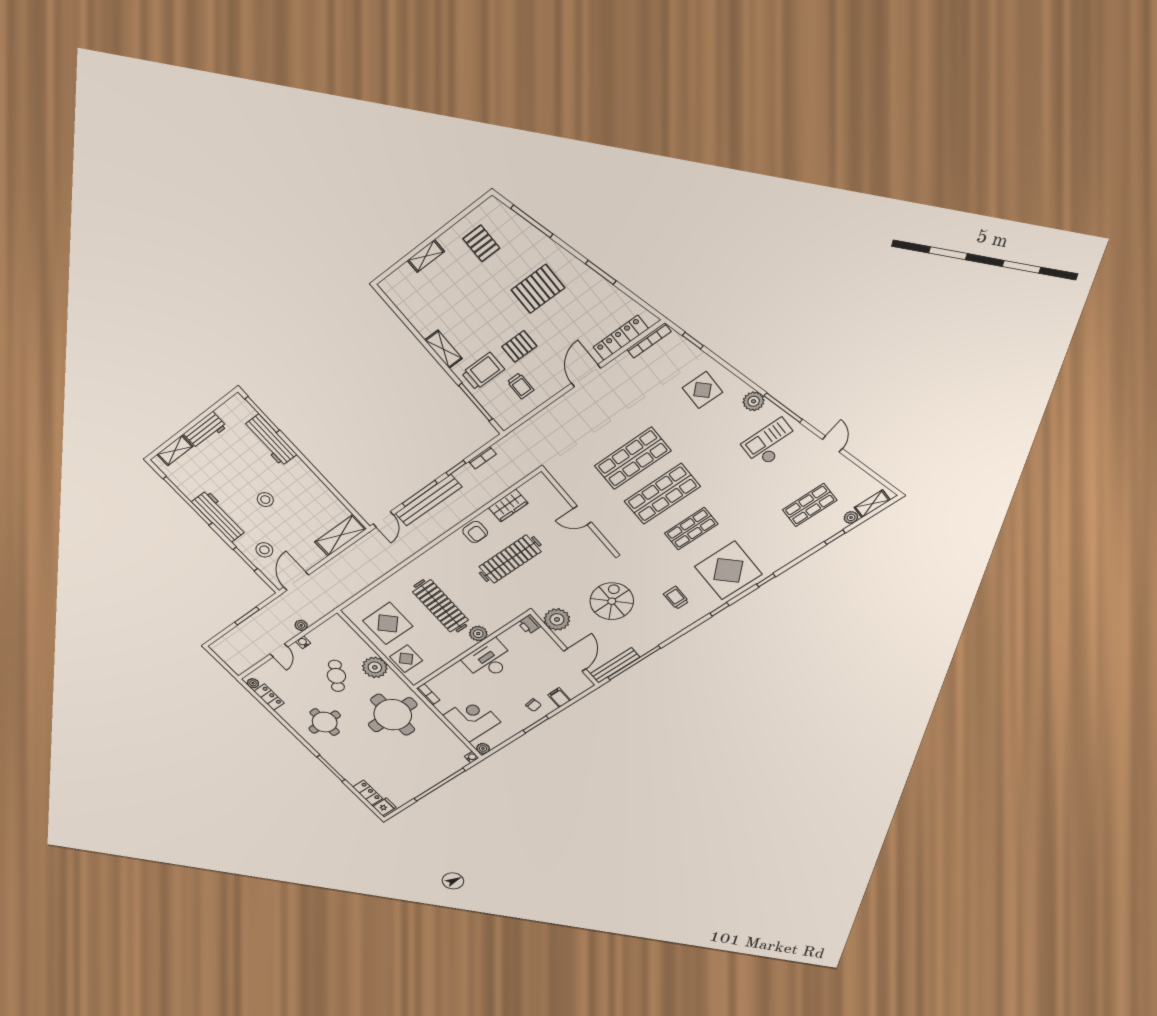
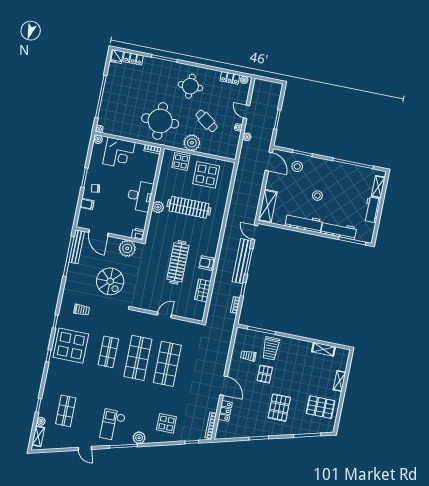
pallet: (481, 243) -> (320, 407), width x1.50, depth x1.42
locker: (621, 338) -> (225, 411), width x0.66
shelving: (444, 349) -> (324, 349), moved
checkout: (771, 443) -> (113, 425), turned 180
workbench: (219, 516) -> (304, 223), moved, turned 180

